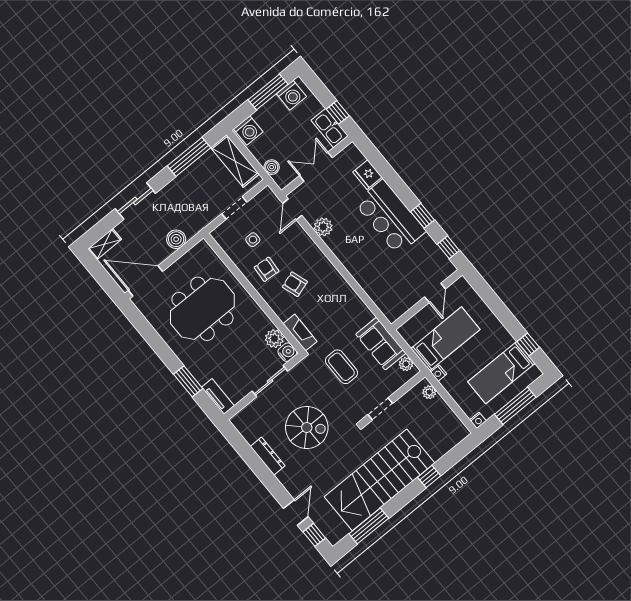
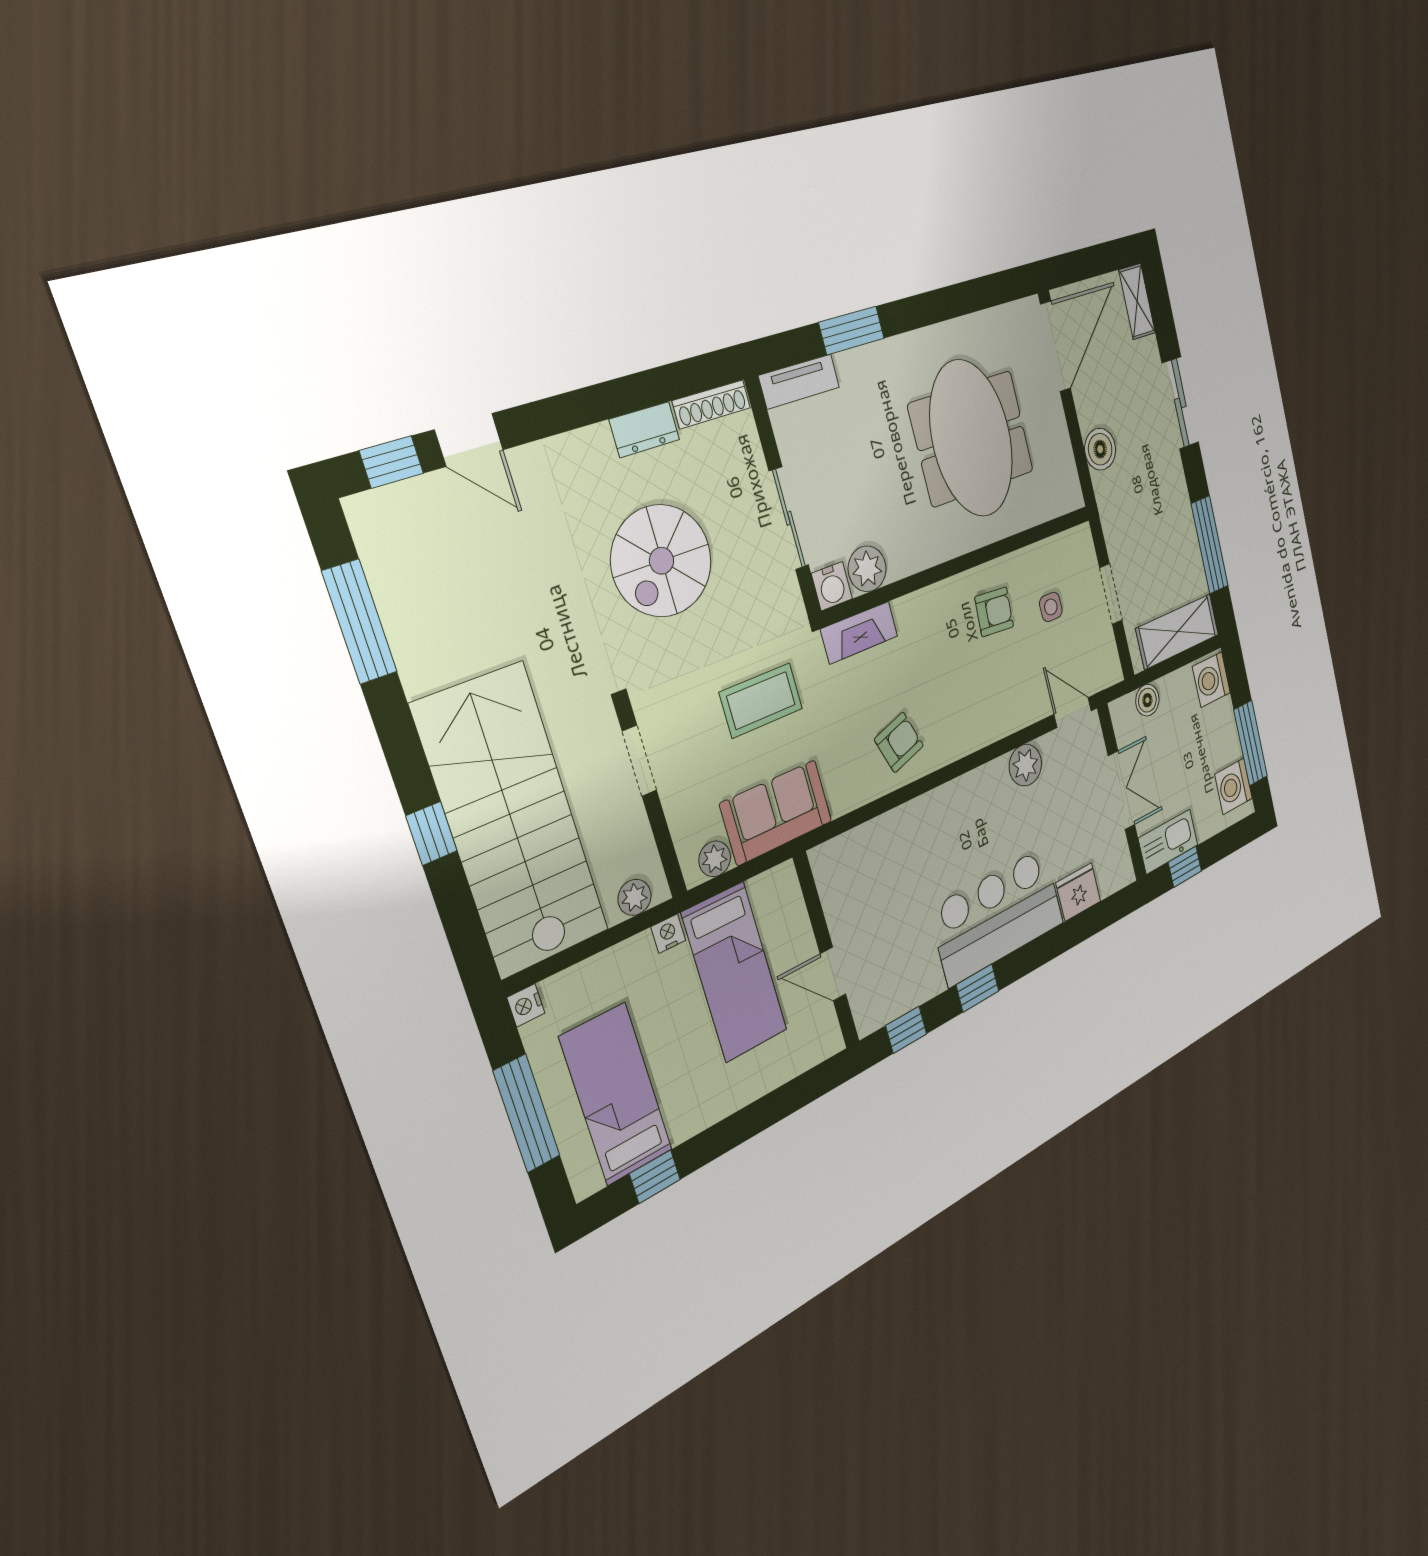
armchair: (295, 284) -> (899, 742), moved
shoe rack: (243, 429) -> (712, 404), added
dresser: (268, 456) -> (644, 430), width x0.70
stairs: (379, 480) -> (512, 821), moved

